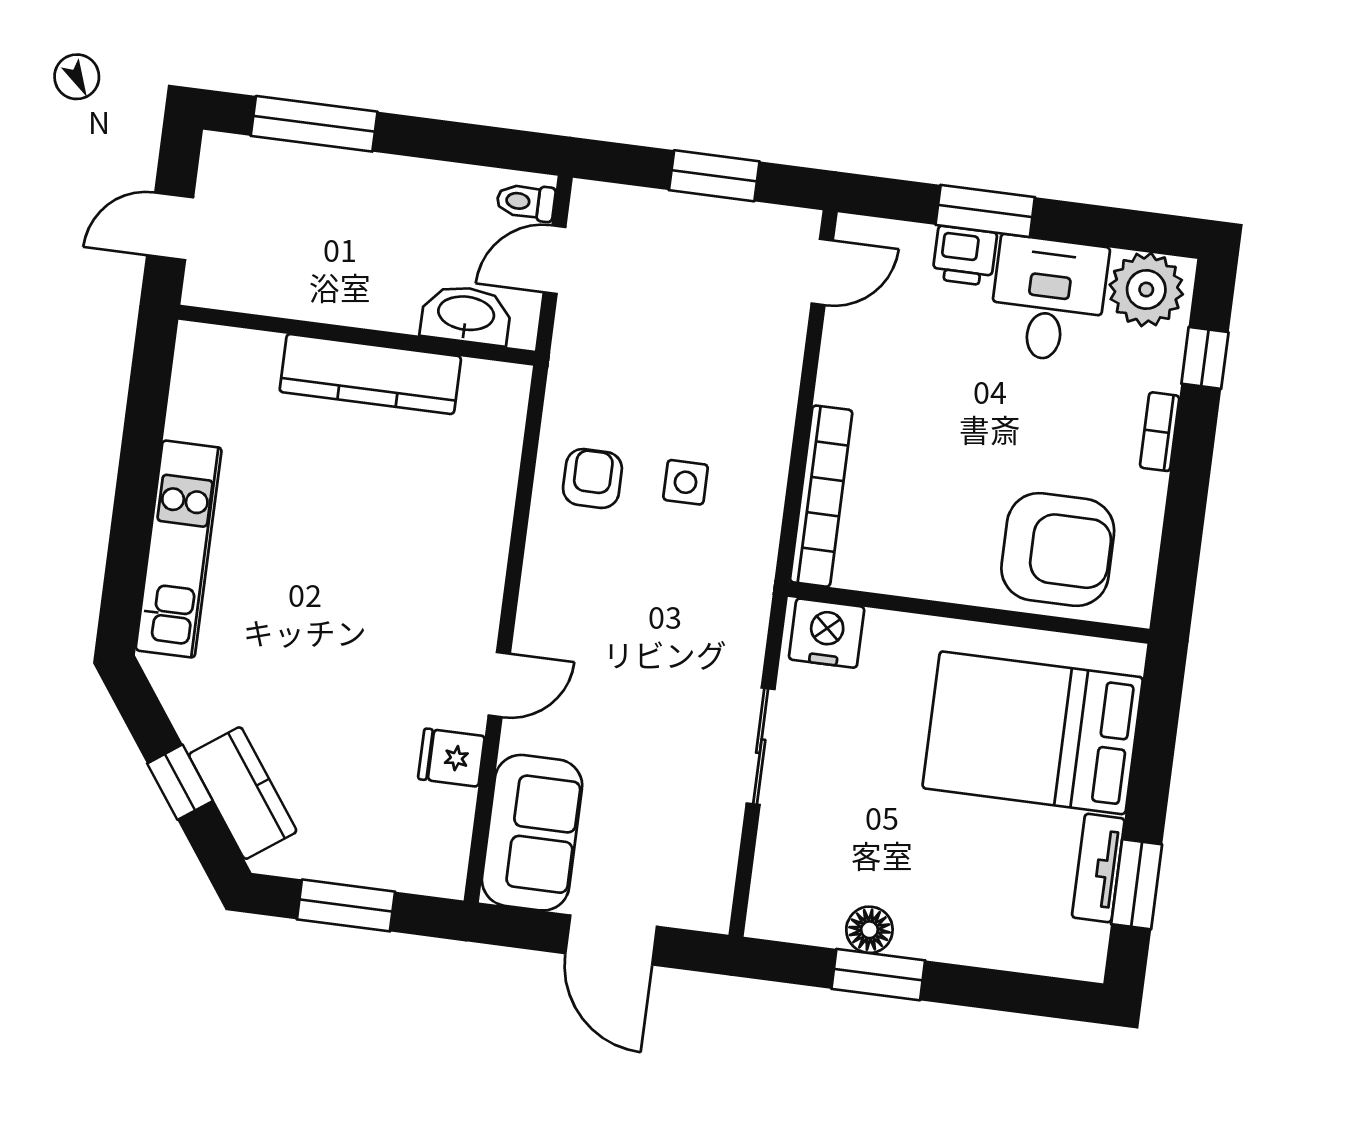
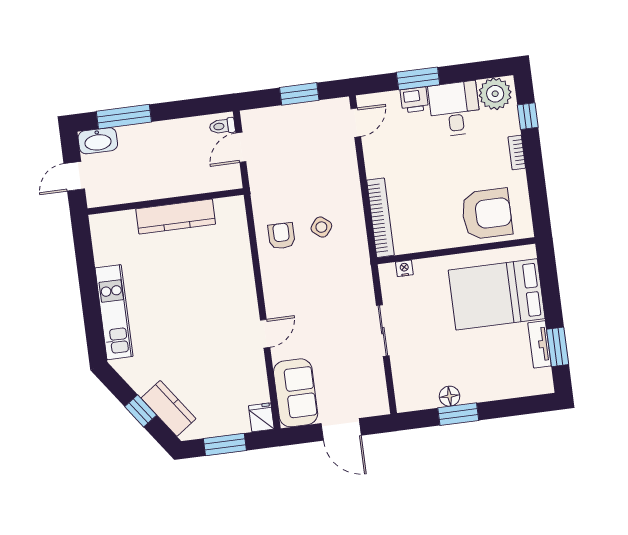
washbasin: (466, 315) -> (98, 141), moved, turned 180
side table: (686, 482) -> (321, 227), turned 38
nightstand: (827, 633) -> (404, 268), width x0.53, depth x0.56
fridge: (451, 758) -> (261, 417), moved, turned 90

